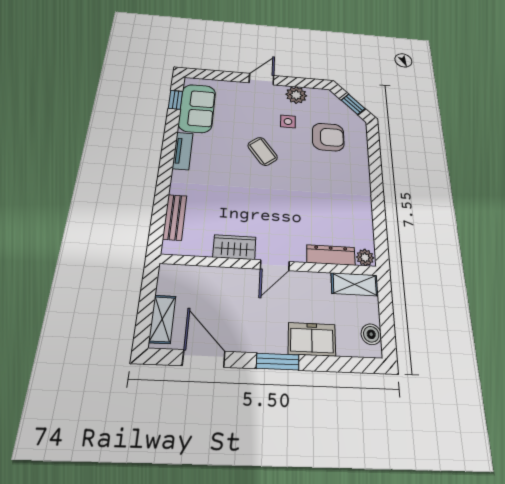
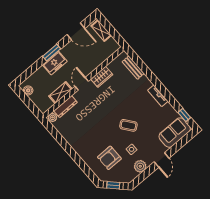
sofa: (197, 108) -> (175, 133), moved, turned 90
shelving: (355, 284) -> (60, 93), moved
freezer: (312, 339) -> (55, 63), moved

